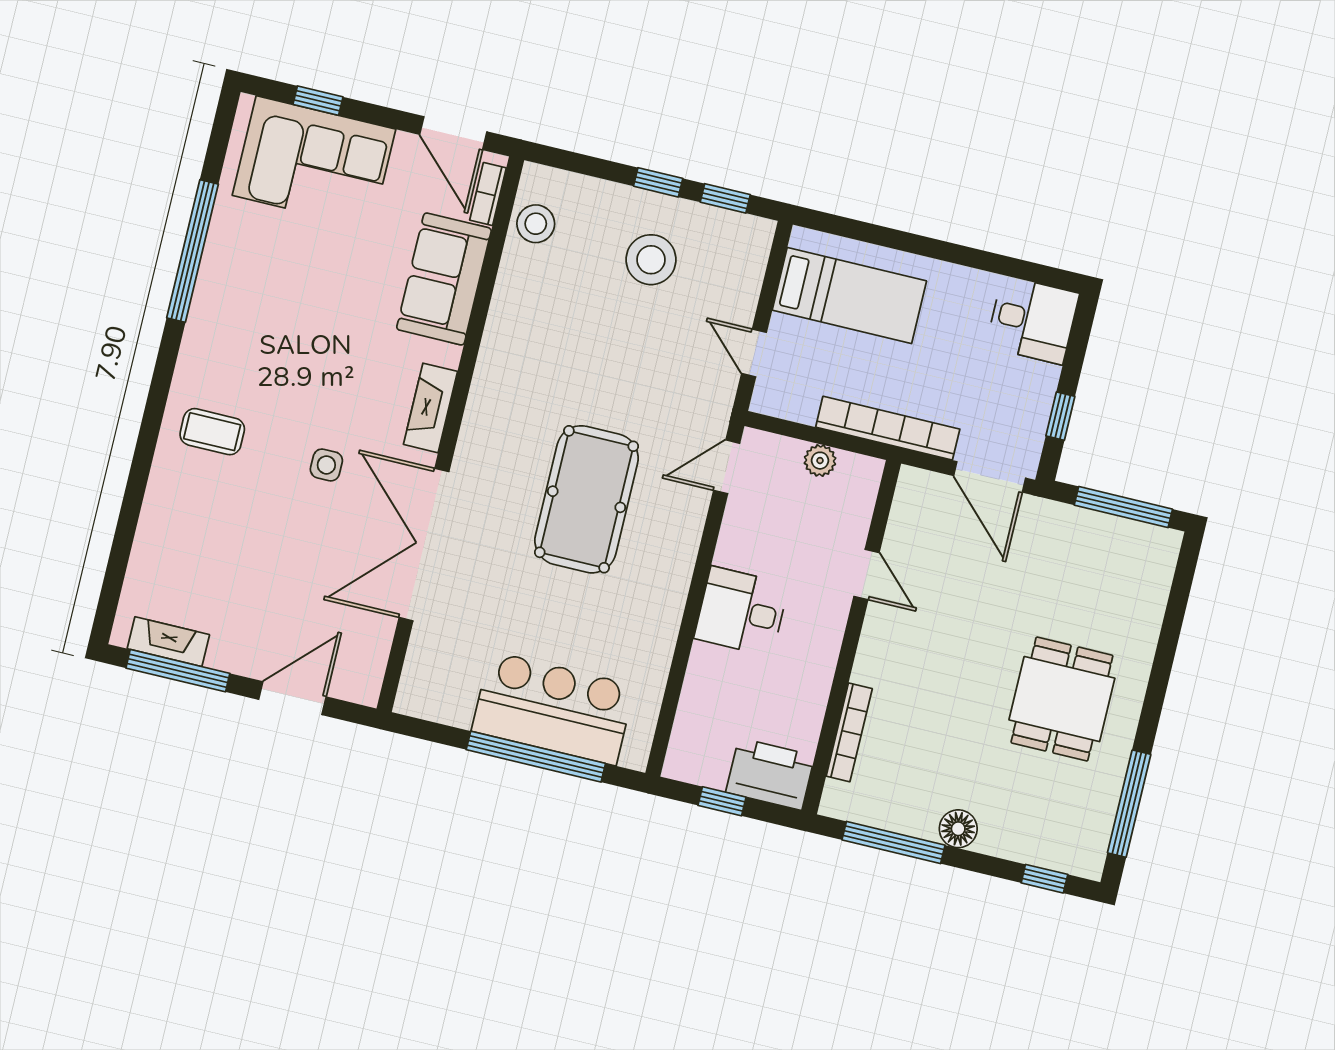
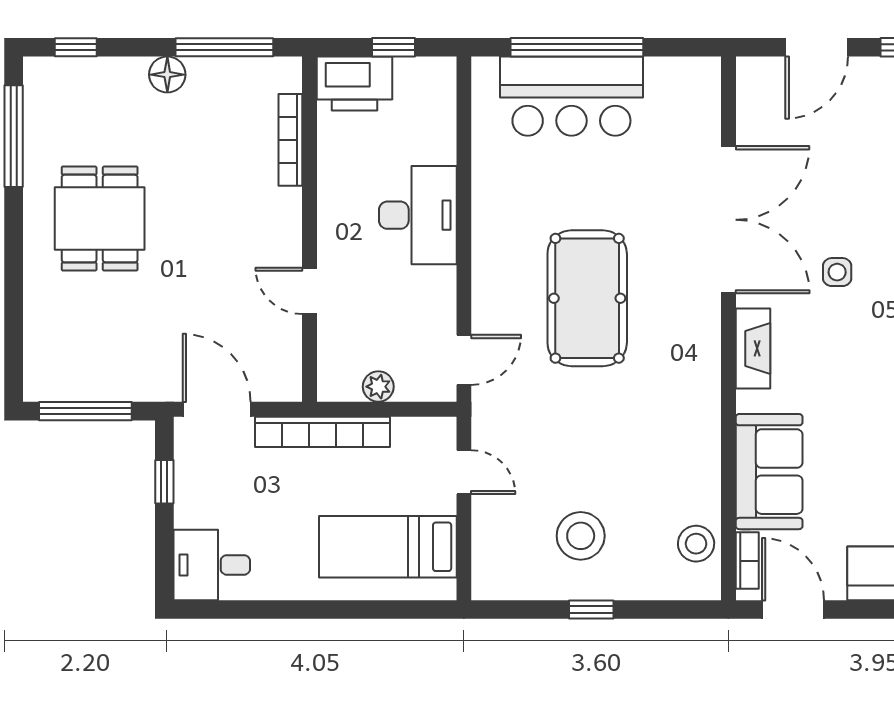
window: (725, 198) -> (525, 610), removed
desk: (741, 611) -> (418, 215), width x1.37

